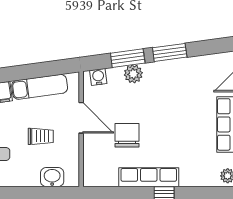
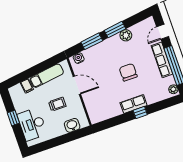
plant: (133, 74) -> (126, 35), moved
chair: (127, 135) -> (128, 72), moved
row of seats: (149, 177) -> (134, 104), width x0.68

